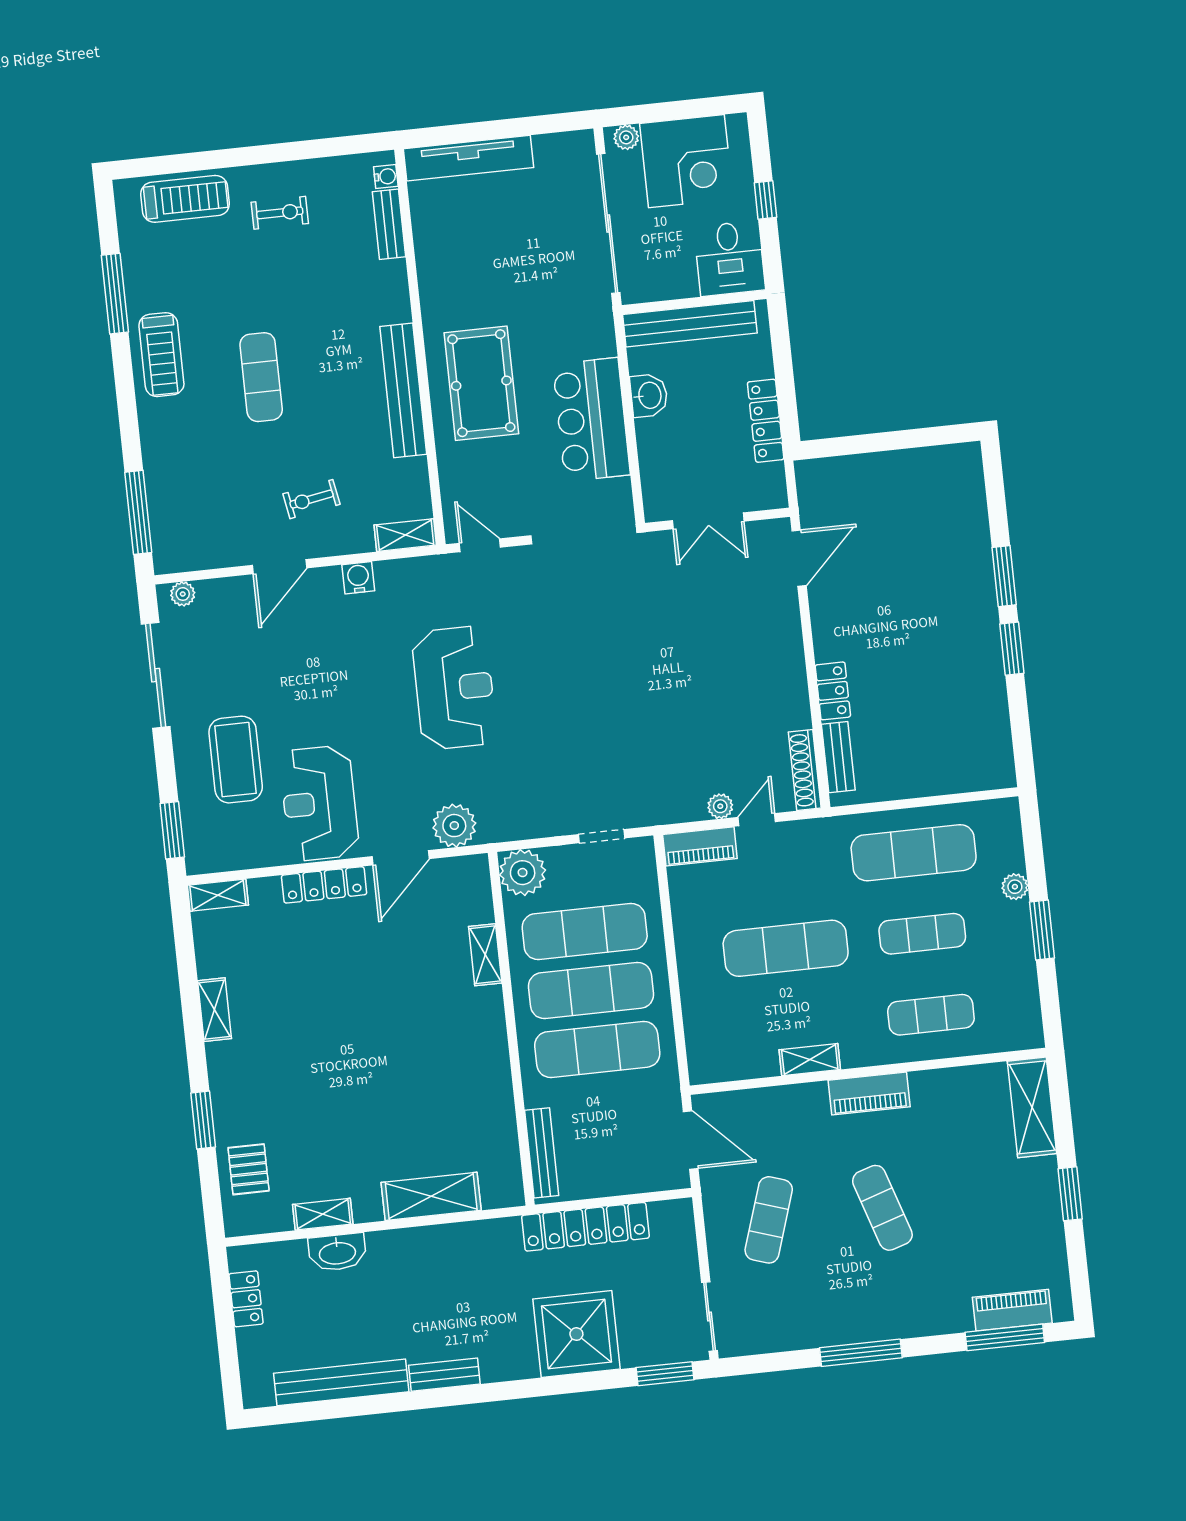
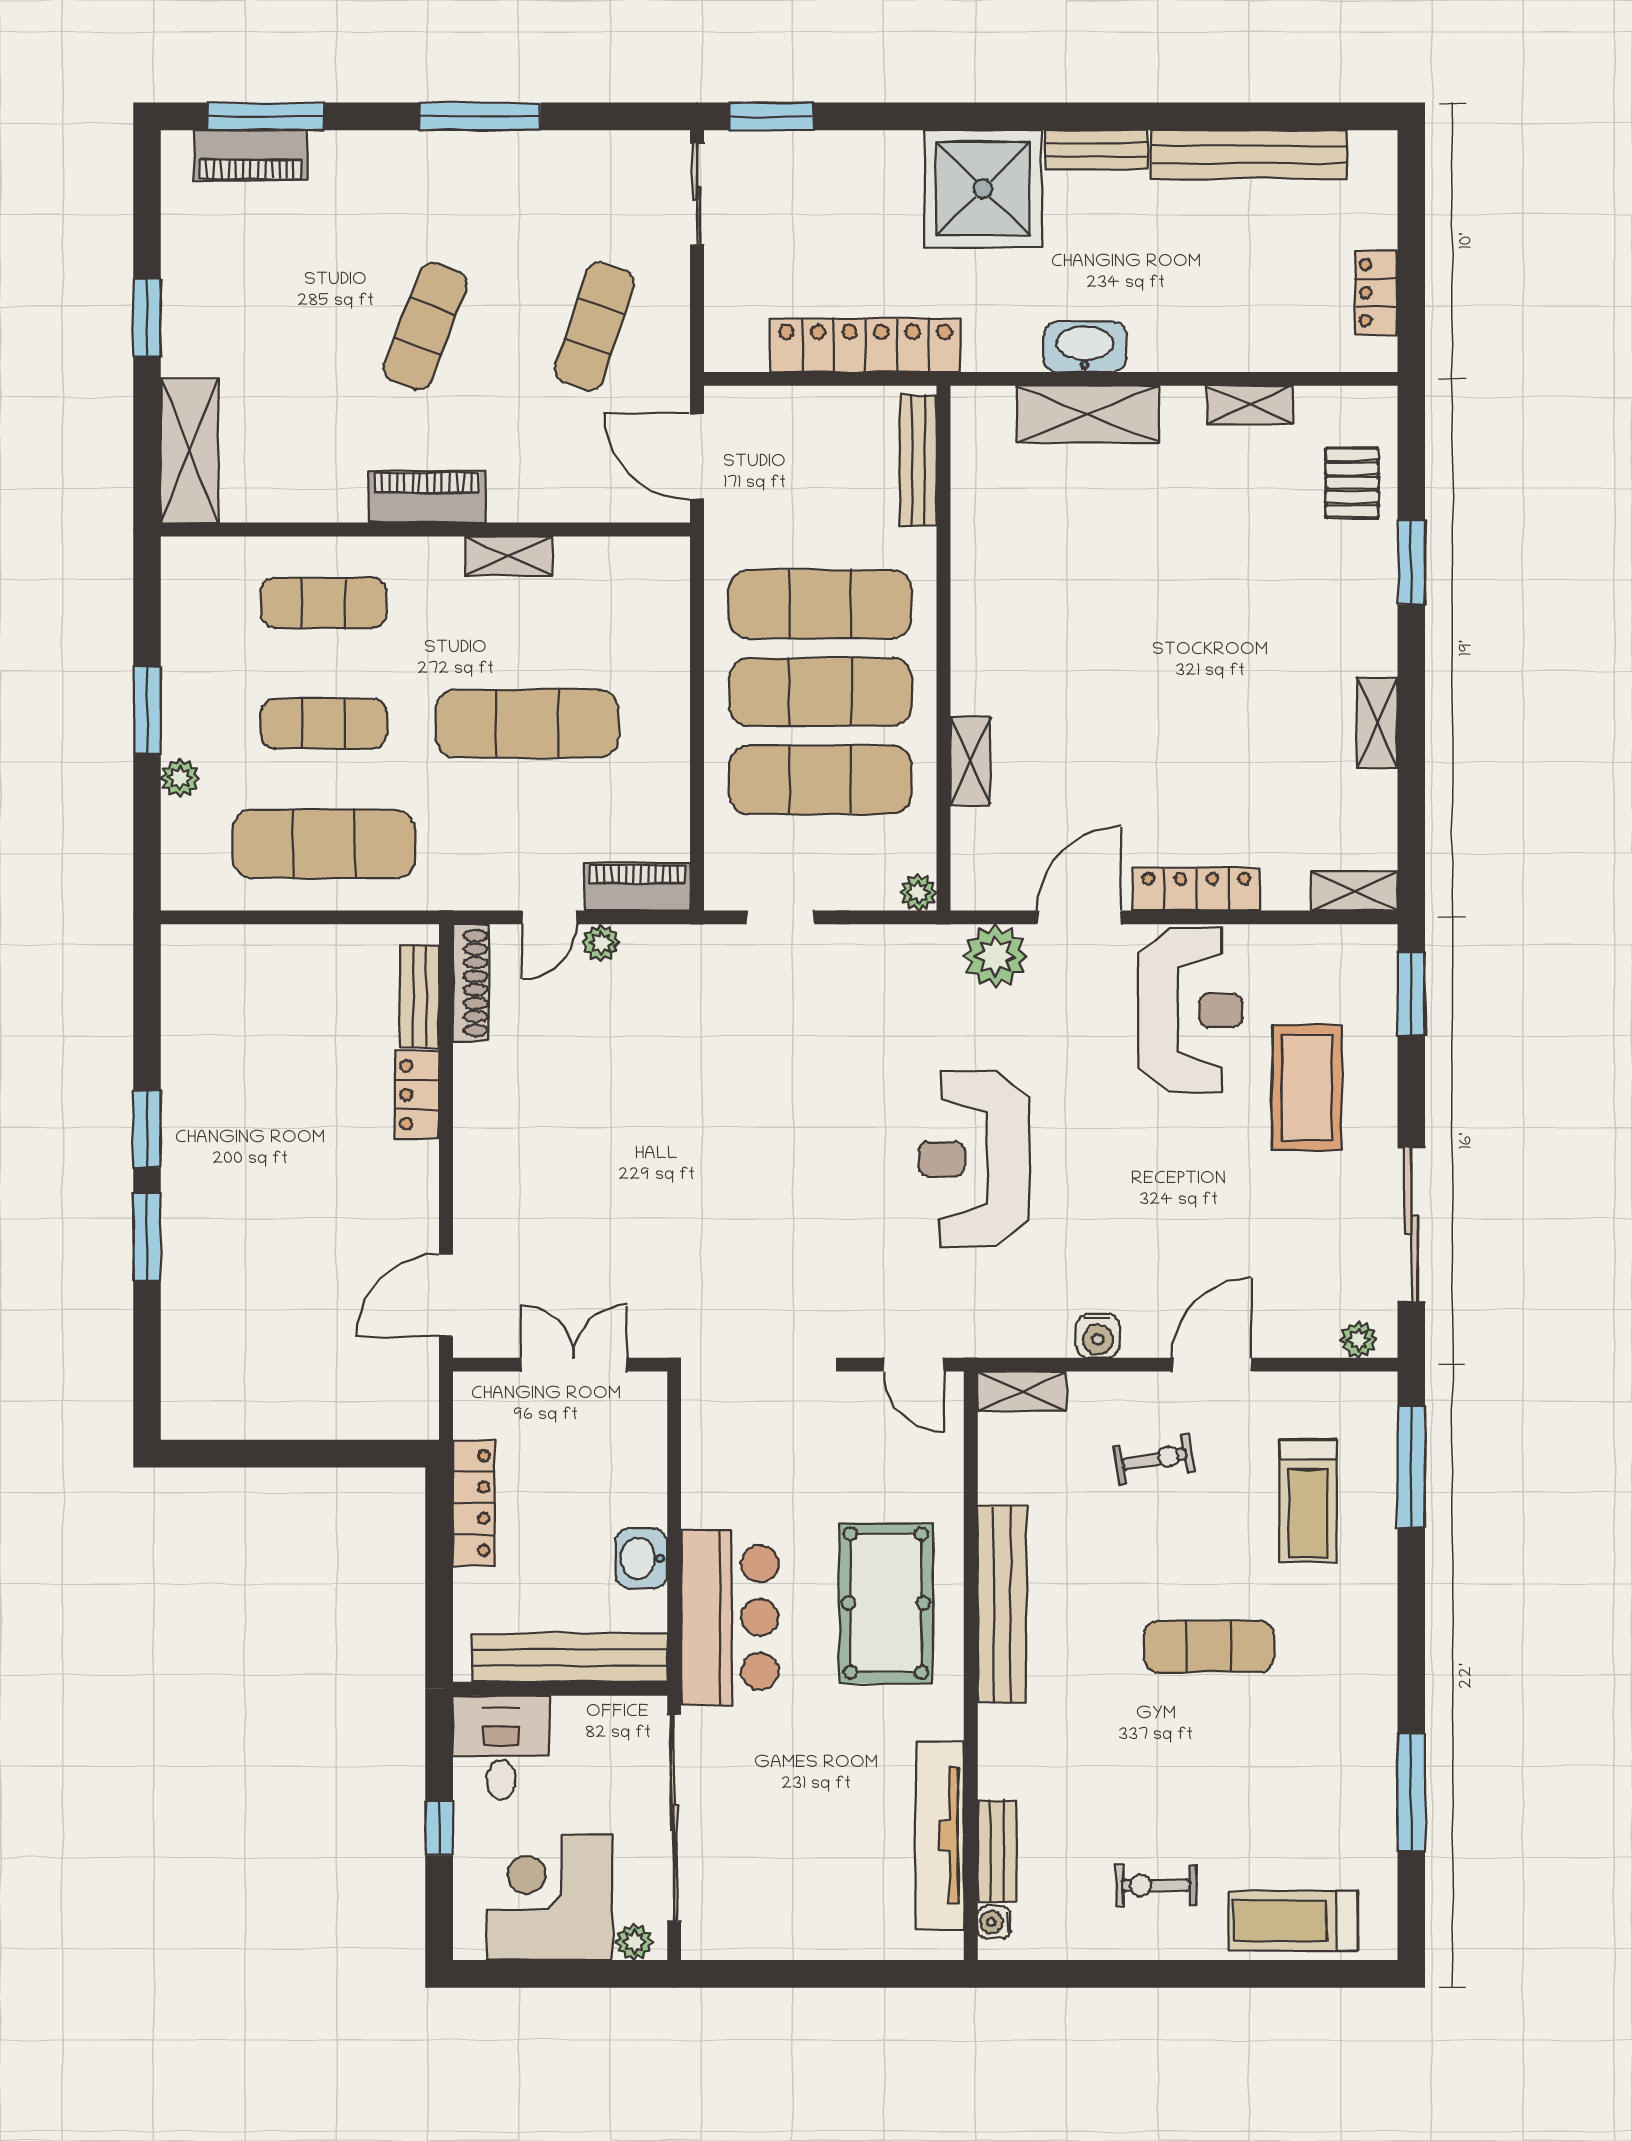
tv unit: (468, 158) -> (940, 1835), moved, turned -90
treadmill: (161, 355) -> (1308, 1501), moved, turned 180
exercise mat: (261, 377) -> (1209, 1646), turned 90
bar counter: (591, 420) -> (730, 1617), moved
plant: (523, 873) -> (918, 892), width x0.53, depth x0.53
exercise mat: (882, 1208) -> (425, 326), turned 39
washbasin: (337, 1252) -> (1085, 347), moved
shower: (576, 1334) -> (983, 189), moved

